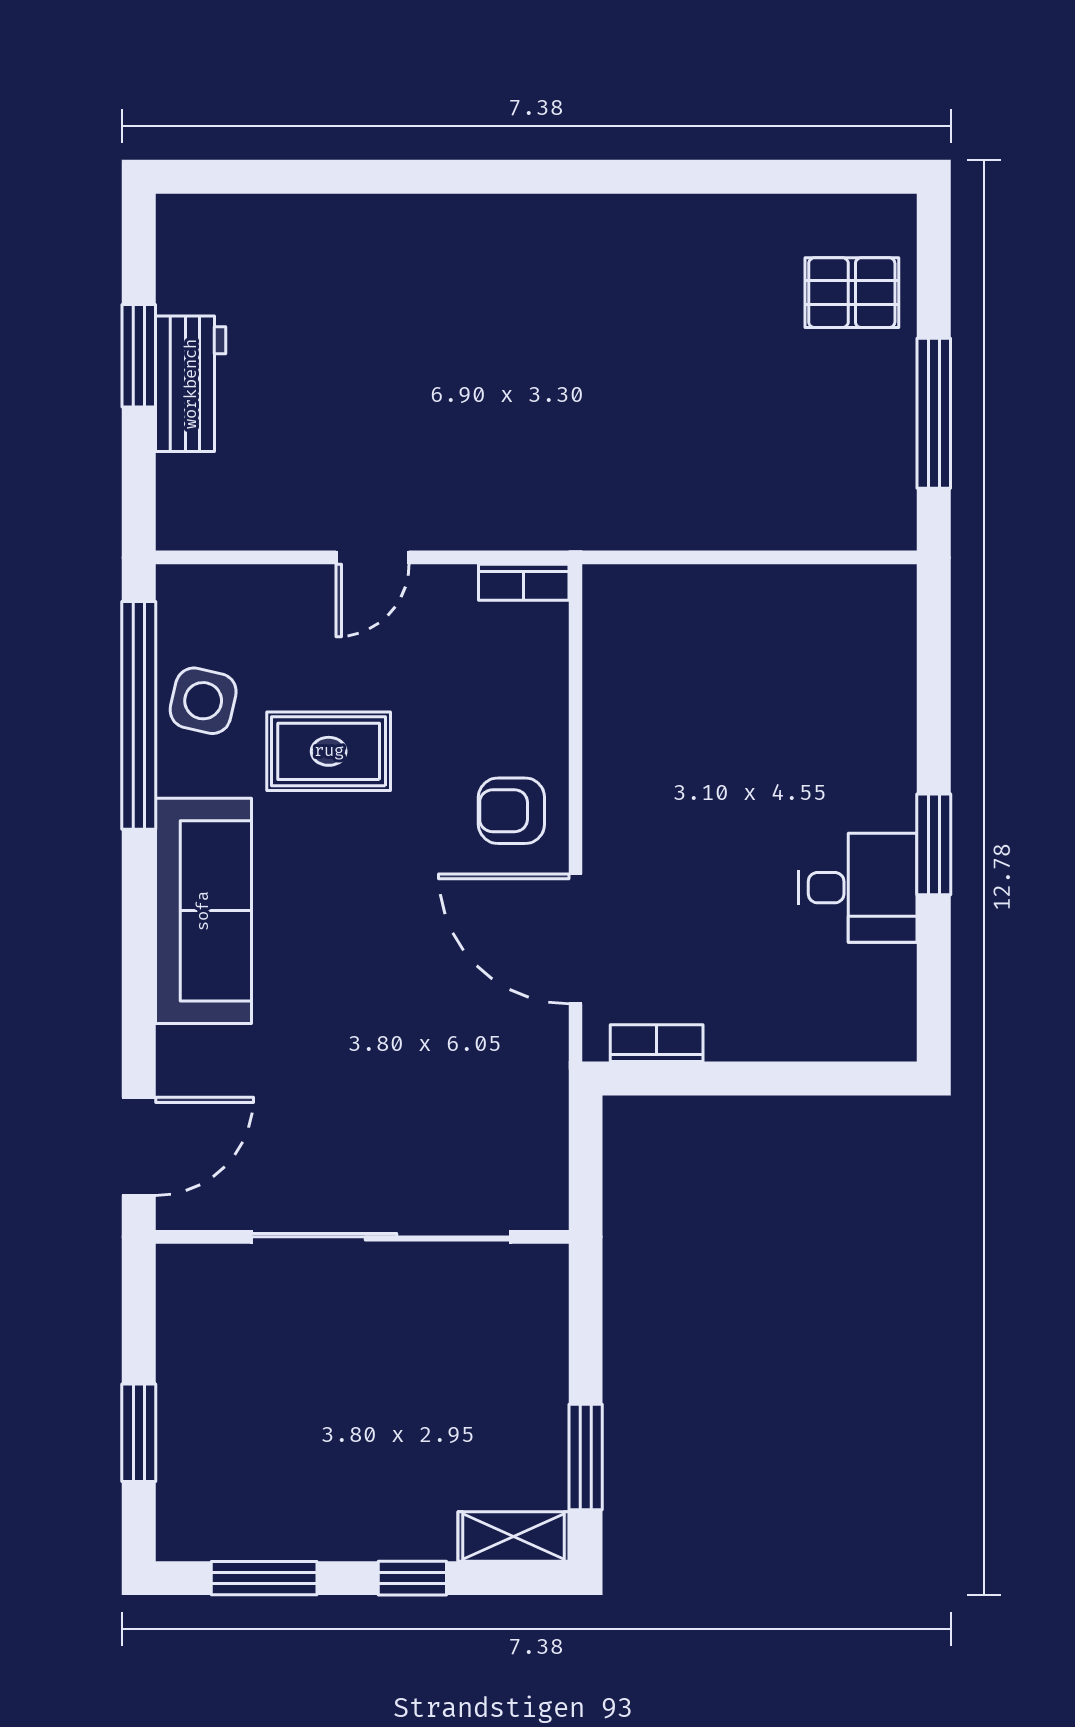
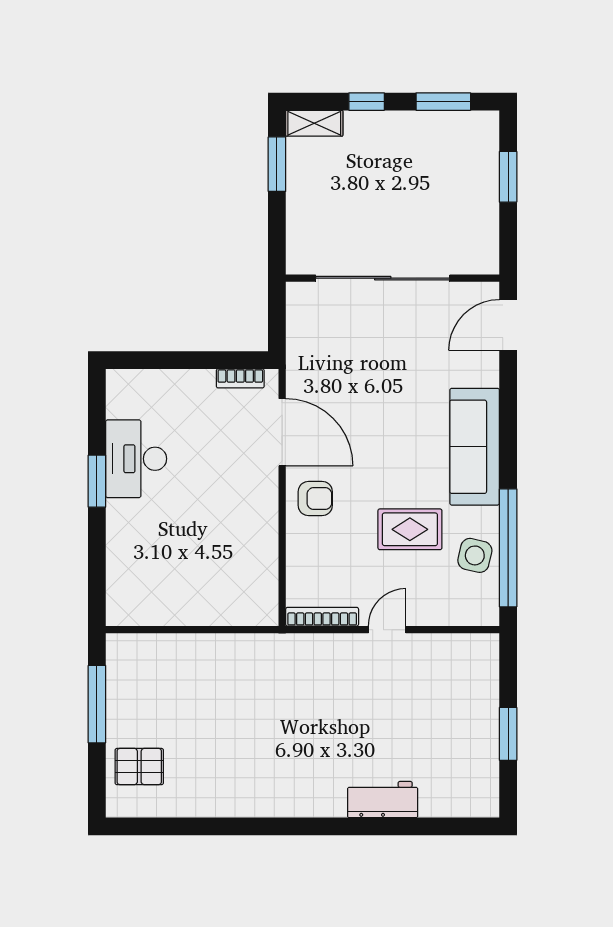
workbench: (191, 384) -> (383, 800), moved, turned 90
bookcase: (524, 582) -> (322, 617), width x1.56
desk: (858, 888) -> (136, 459), width x1.37

